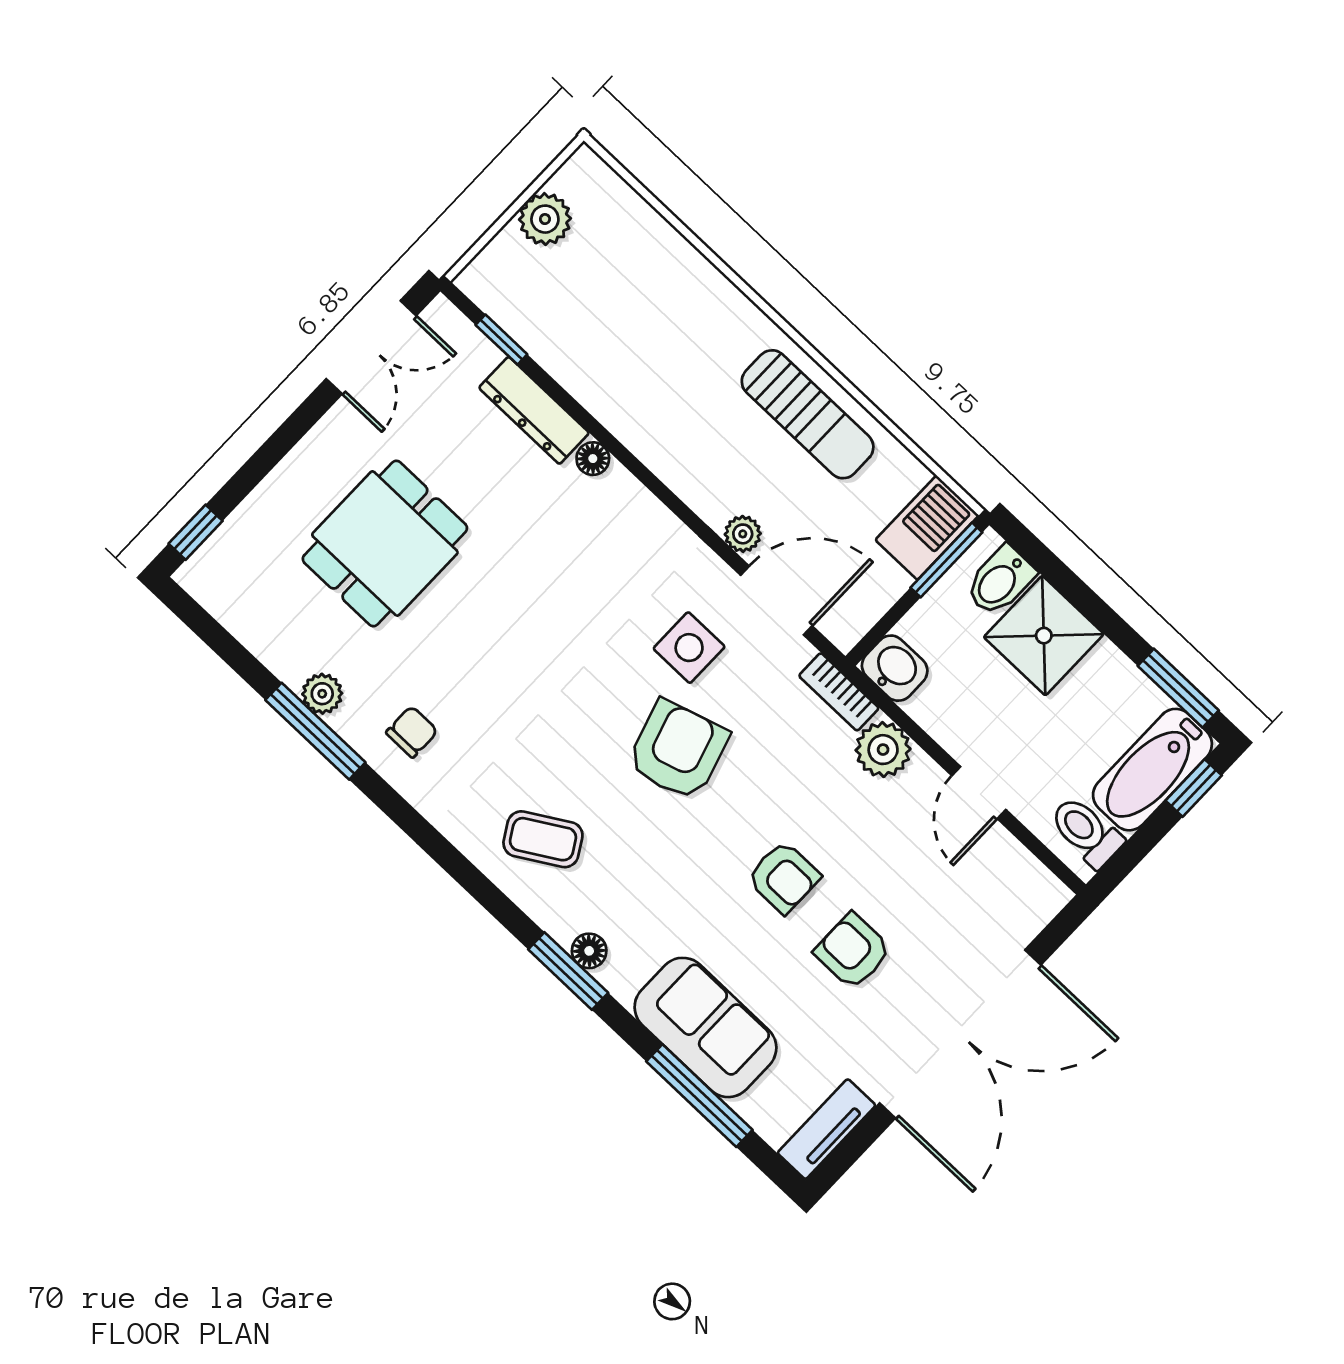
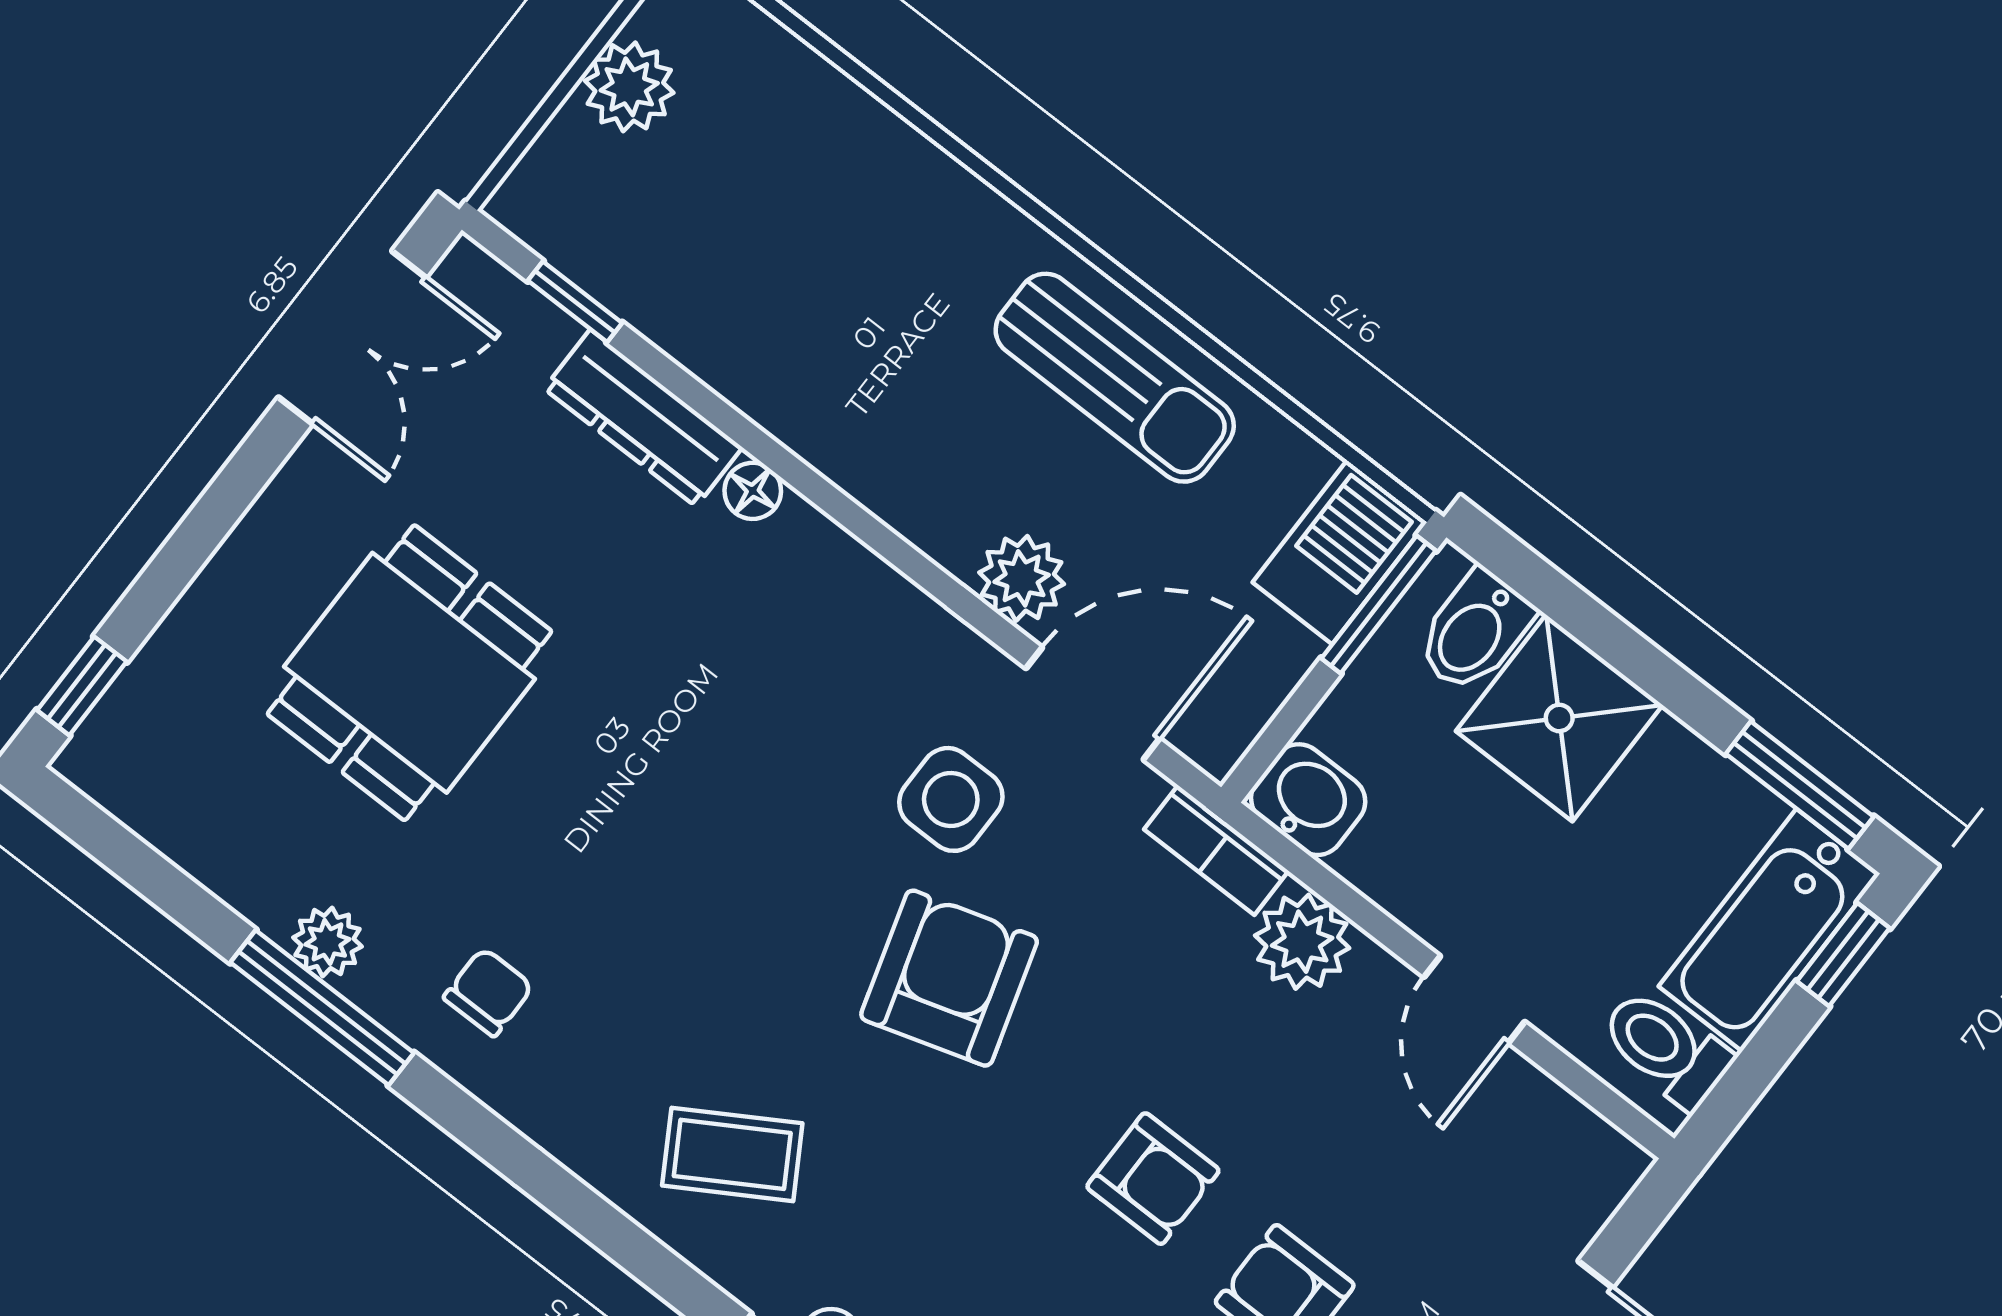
plant: (743, 534) -> (1022, 578), width x1.38, depth x1.38

